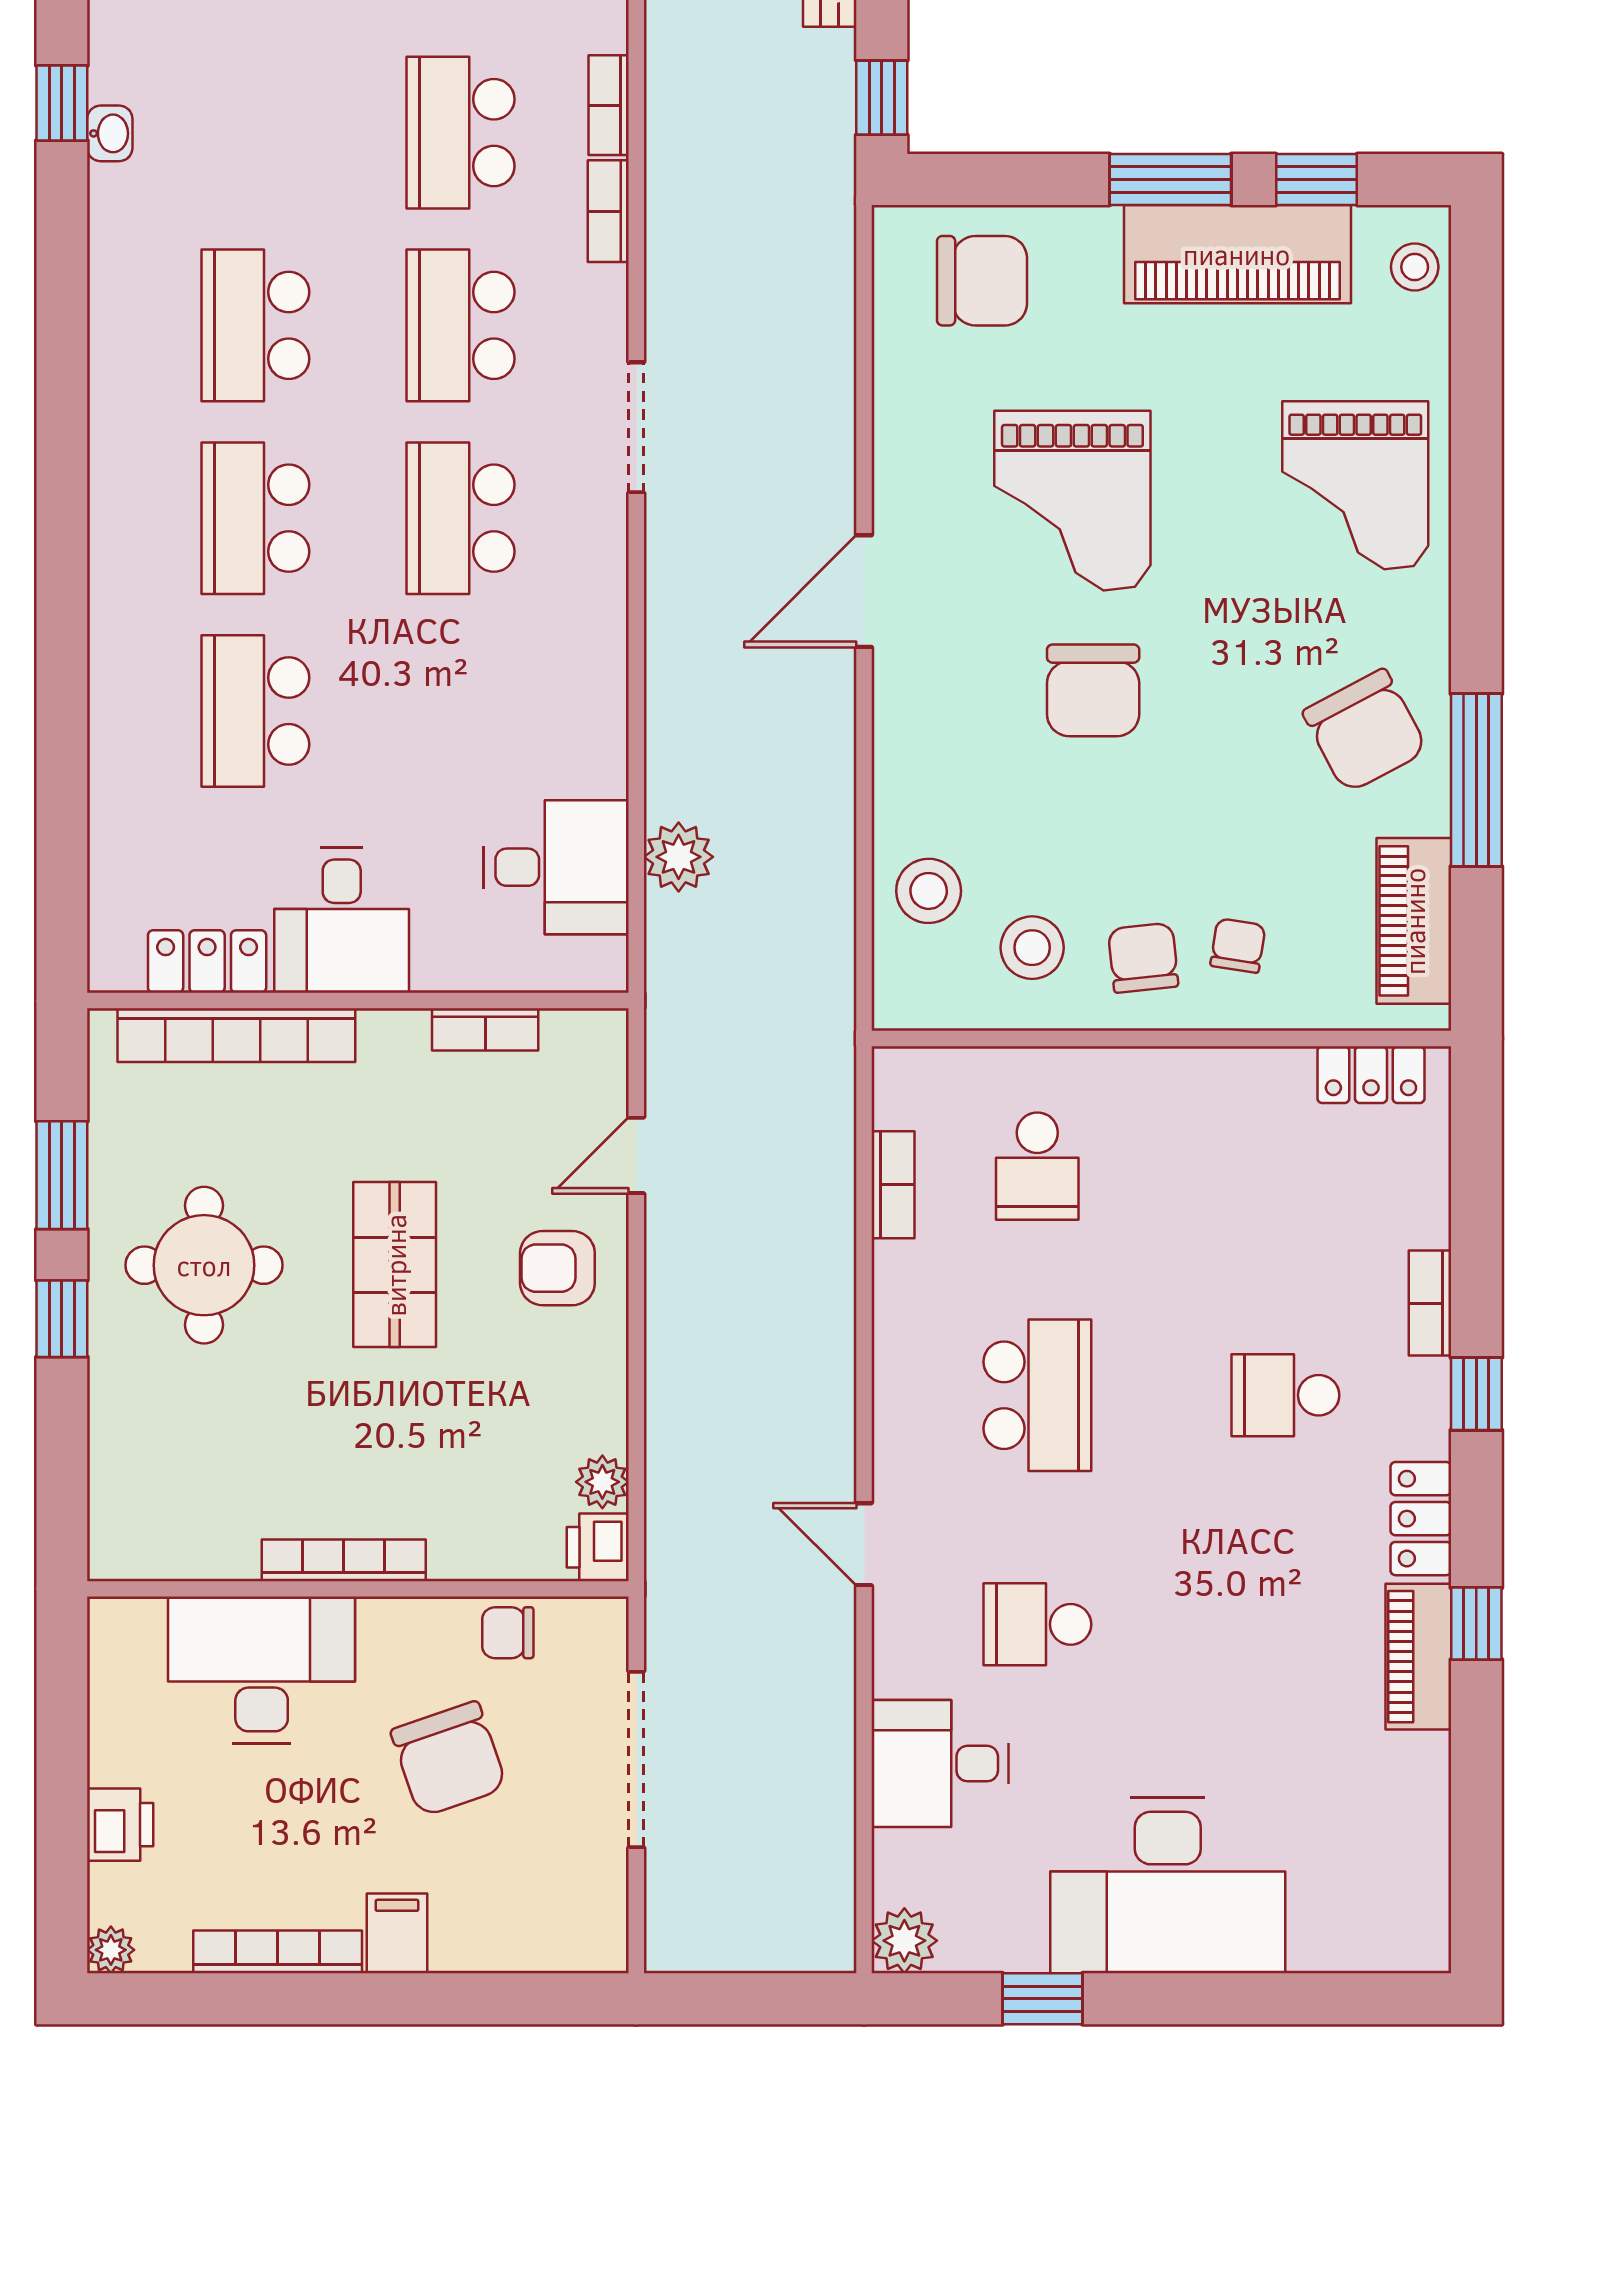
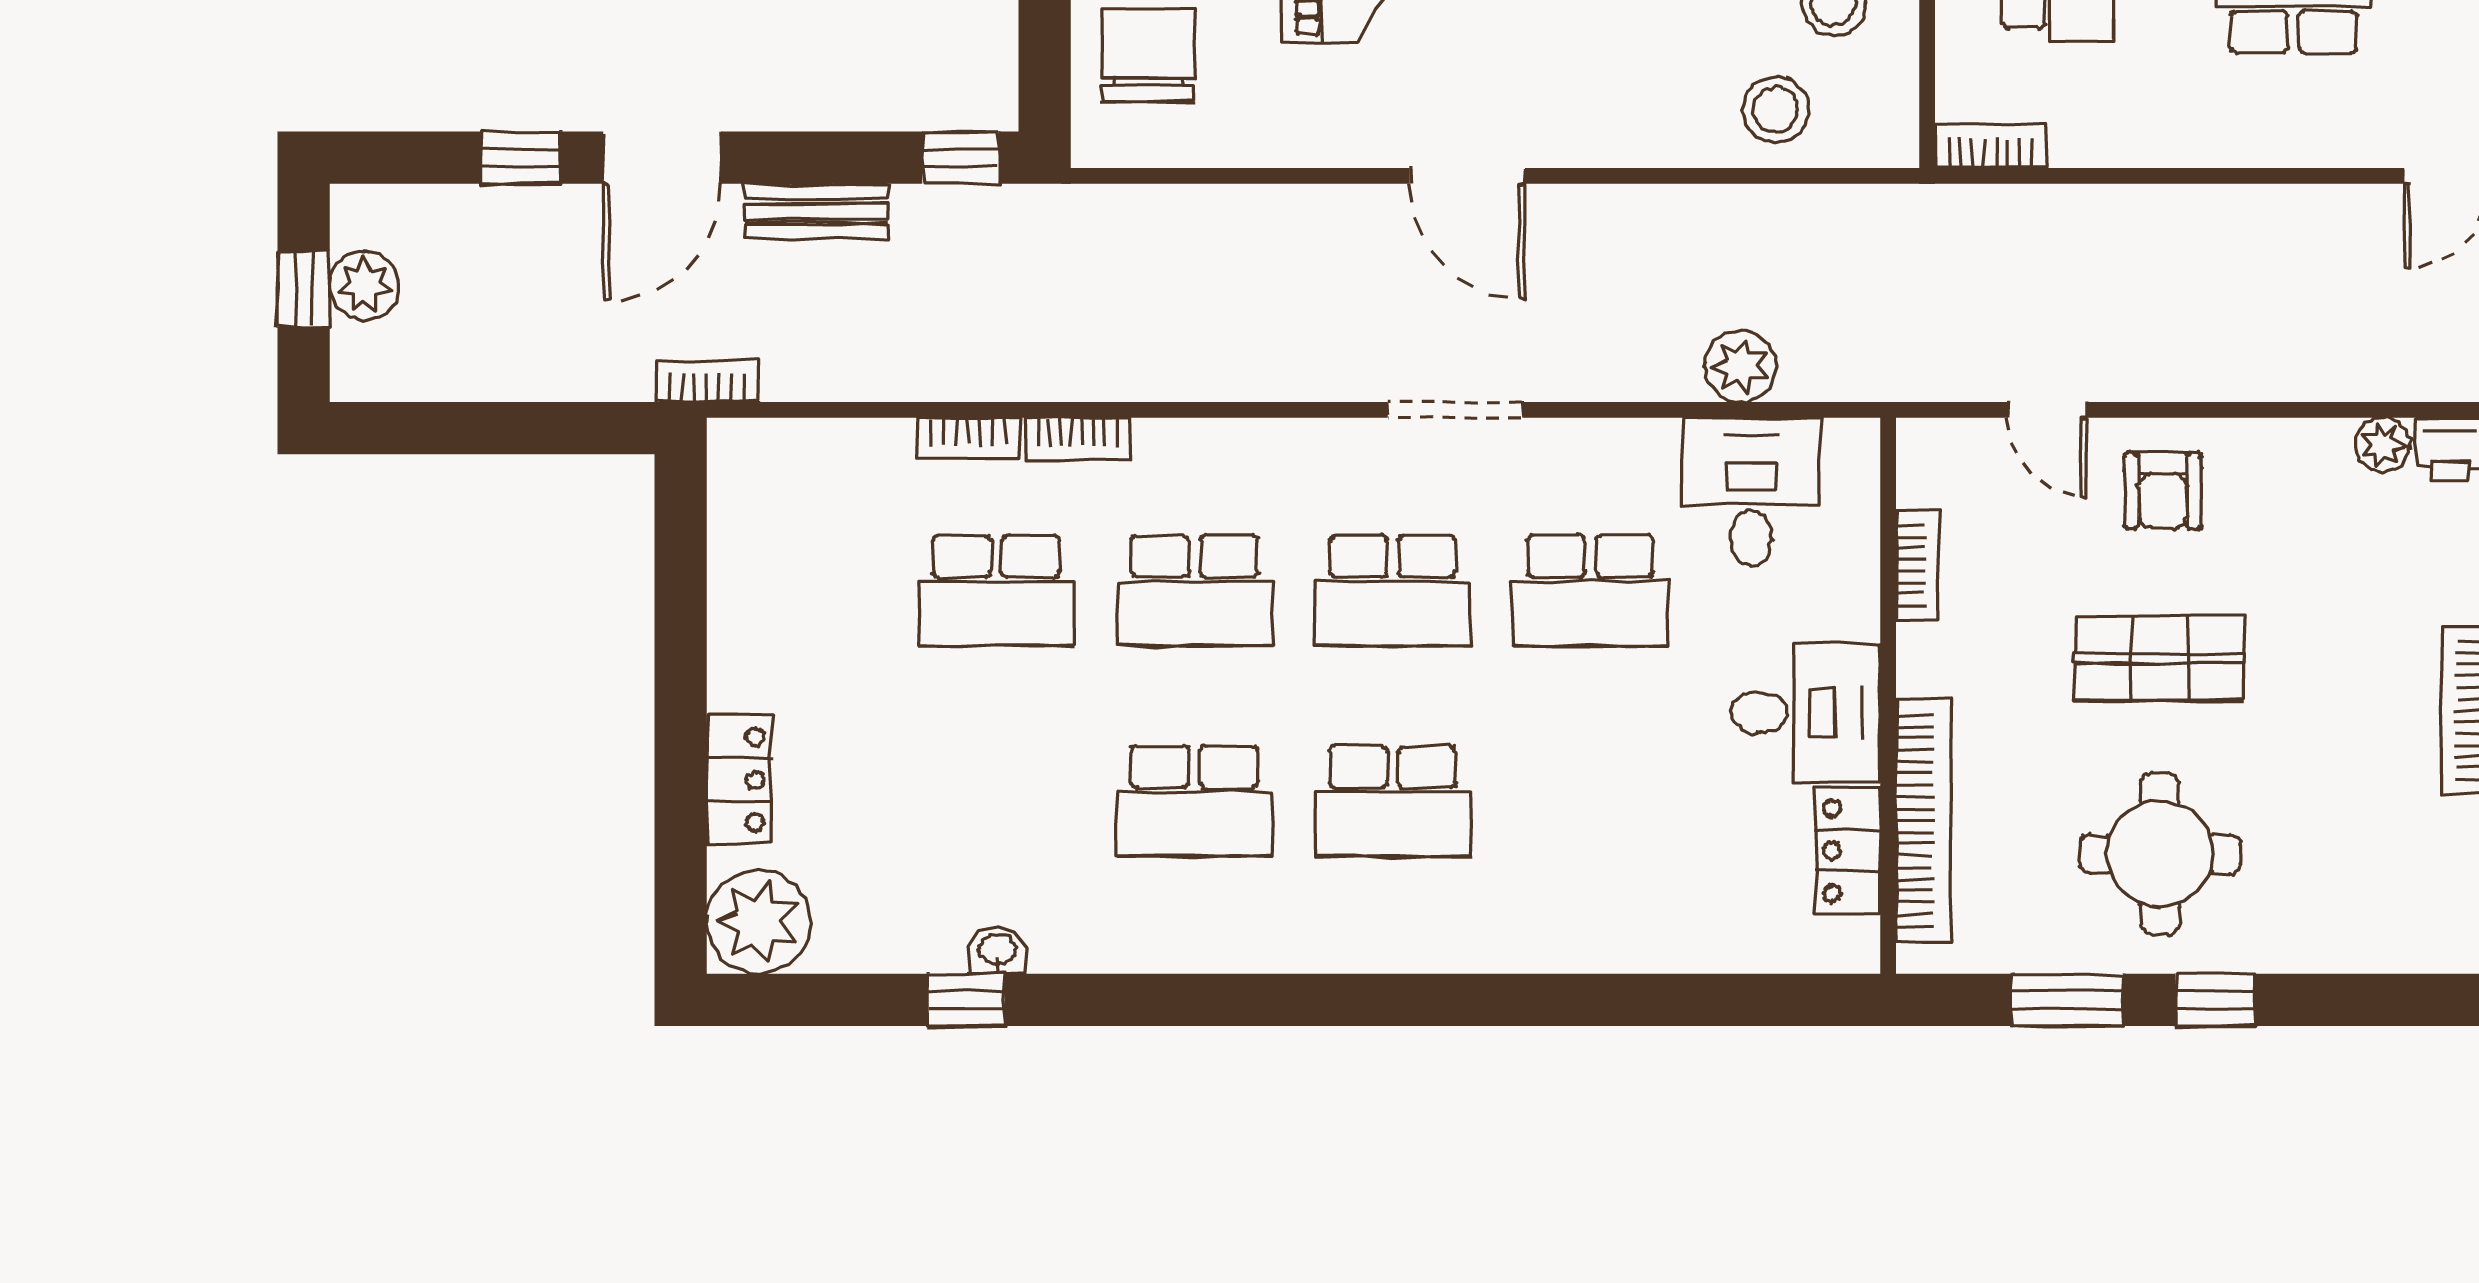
doorway: (636, 427) -> (1455, 410), moved
school desk: (255, 711) -> (1591, 590), moved
bookcase: (893, 1185) -> (1990, 146), moved

